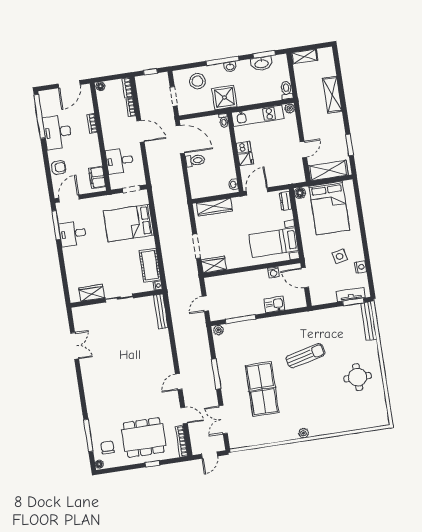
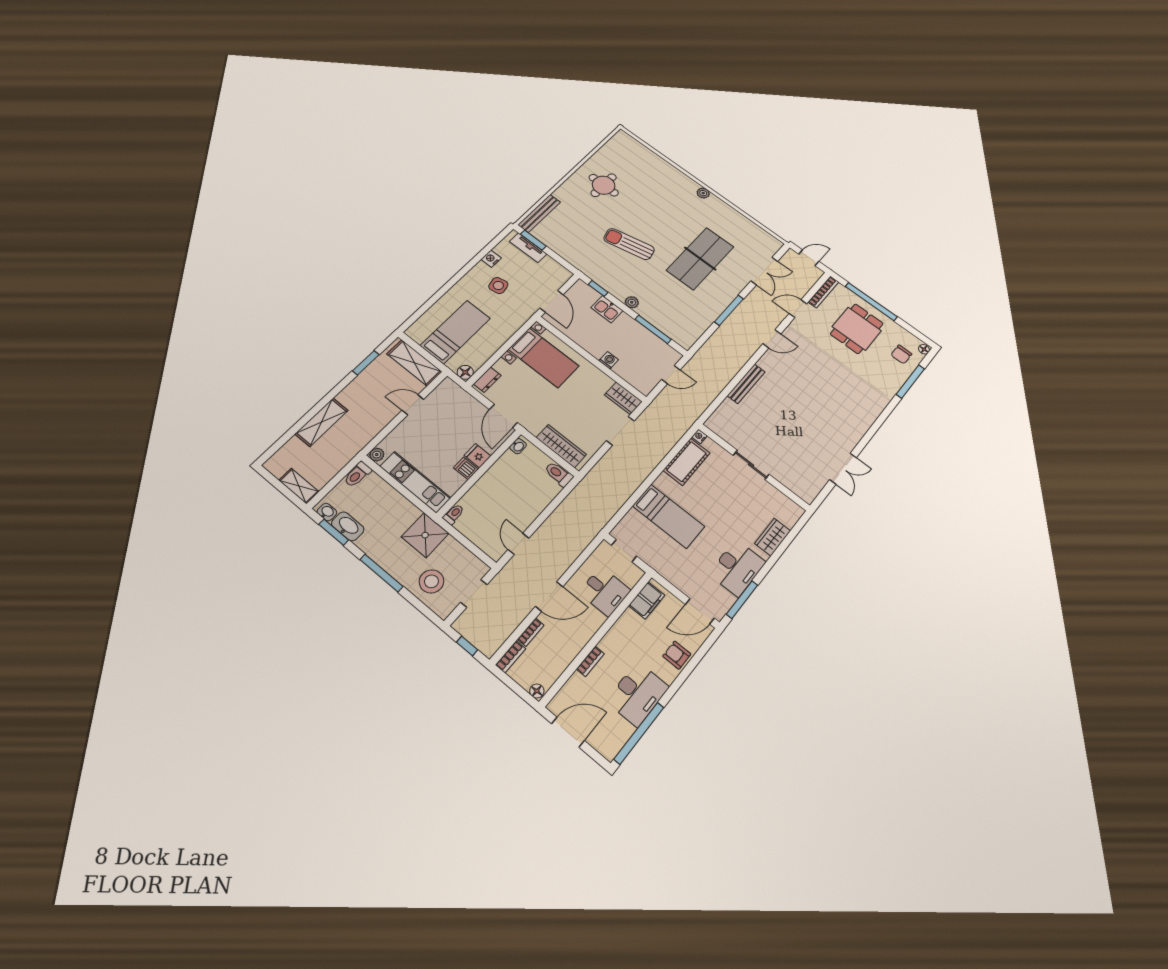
washbasin: (230, 67) -> (327, 512), moved
door: (141, 131) -> (549, 597), swing flipped
door: (180, 140) -> (519, 544), width x0.53
toilet: (195, 161) -> (559, 474), moved
door: (257, 191) -> (503, 416), hinge flipped
bed: (329, 208) -> (455, 332), width x0.67
bed: (129, 223) -> (668, 516), width x0.67
desk: (73, 234) -> (737, 568), width x1.37
washing machine: (273, 272) -> (609, 360), moved
wardrobe: (92, 293) -> (773, 537), moved, turned 90
bench: (161, 311) -> (746, 384), moved
window: (291, 311) -> (598, 288), added
plant: (218, 330) -> (632, 302), moved
double door: (75, 346) -> (843, 469), swing flipped
door: (184, 415) -> (798, 309), hinge flipped
dining table: (144, 438) -> (857, 329), width x0.73
window: (152, 464) -> (871, 302), width x3.17

